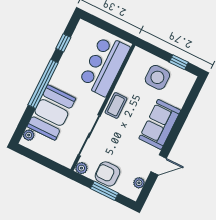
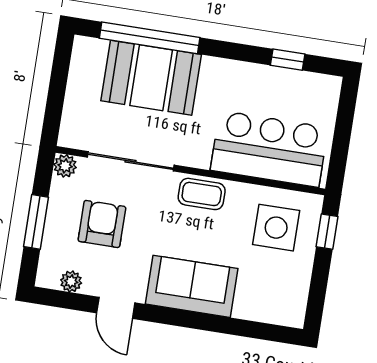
window: (179, 62) -> (327, 232), moved
side table: (157, 77) -> (276, 228), moved
window: (43, 84) -> (150, 38), moved
plant: (29, 135) -> (96, 49), removed
armchair: (107, 174) -> (102, 224), moved

